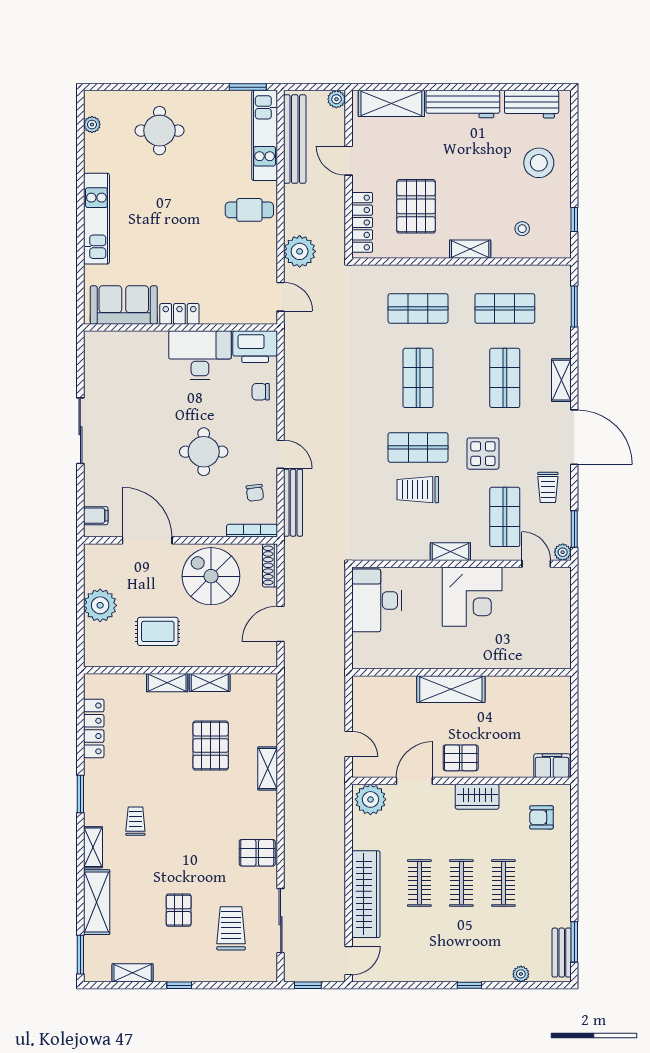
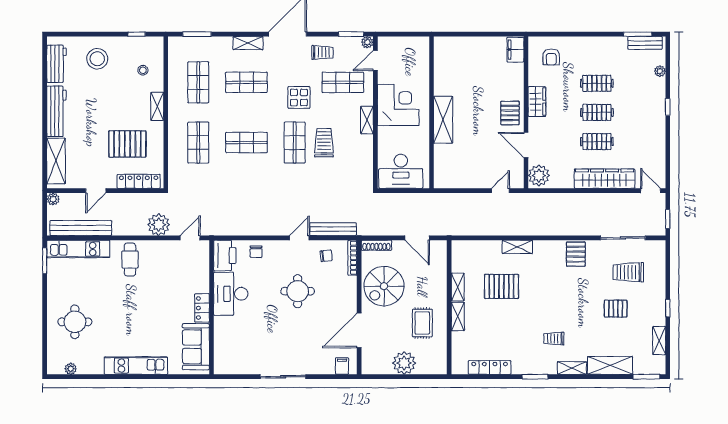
trolley: (418, 490) -> (324, 143), turned 180
wall: (461, 672) -> (431, 112), moved
shelving: (451, 689) -> (443, 120), moved

